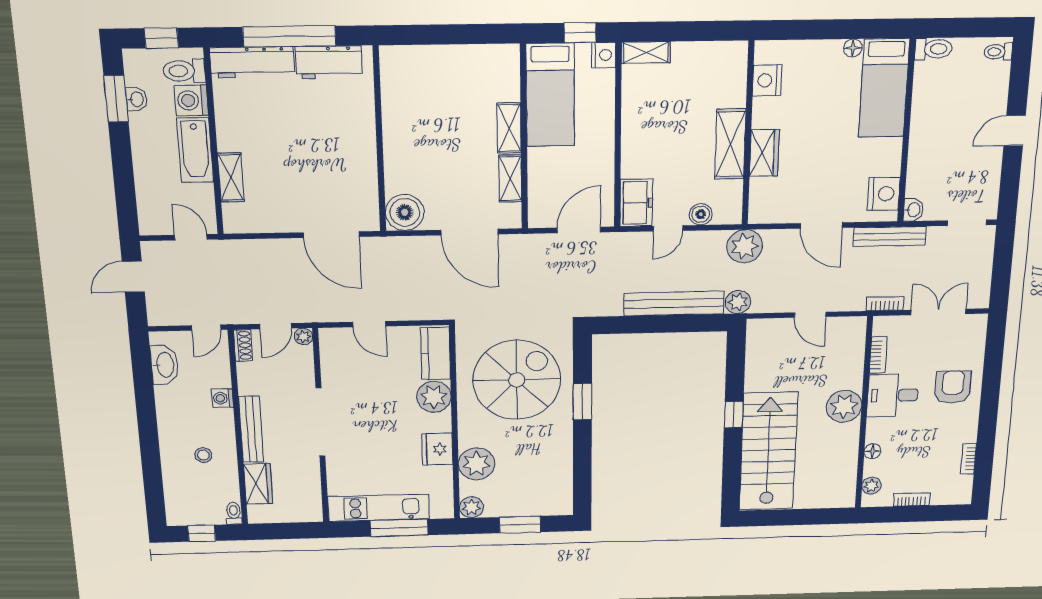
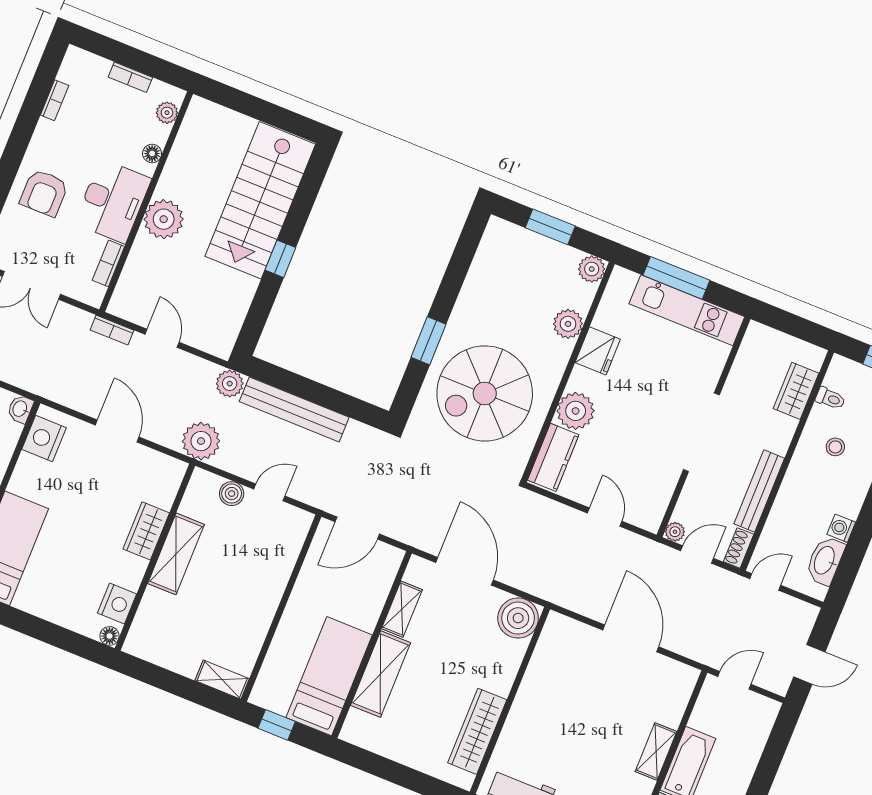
floor lamp: (853, 48) -> (109, 636), moved
nightstand: (604, 55) -> (263, 694), removed
wardrobe: (396, 101) -> (477, 731), added
shelving: (509, 128) -> (381, 674), width x1.50, depth x1.33
shelving: (231, 177) -> (656, 751), moved
freezer: (636, 203) -> (290, 532), removed
door: (331, 235) -> (631, 638), moved
bench: (890, 236) -> (53, 390), removed
door: (191, 237) -> (734, 680), swing flipped
bookcase: (885, 304) -> (112, 330), moved
desk: (893, 395) -> (113, 201), width x1.37
washing machine: (222, 398) -> (841, 528), moved, turned 180
bench: (251, 429) -> (759, 491), moved
plant: (477, 464) -> (568, 324), width x0.73, depth x0.73
toilet: (234, 513) -> (830, 398), moved, turned -90

